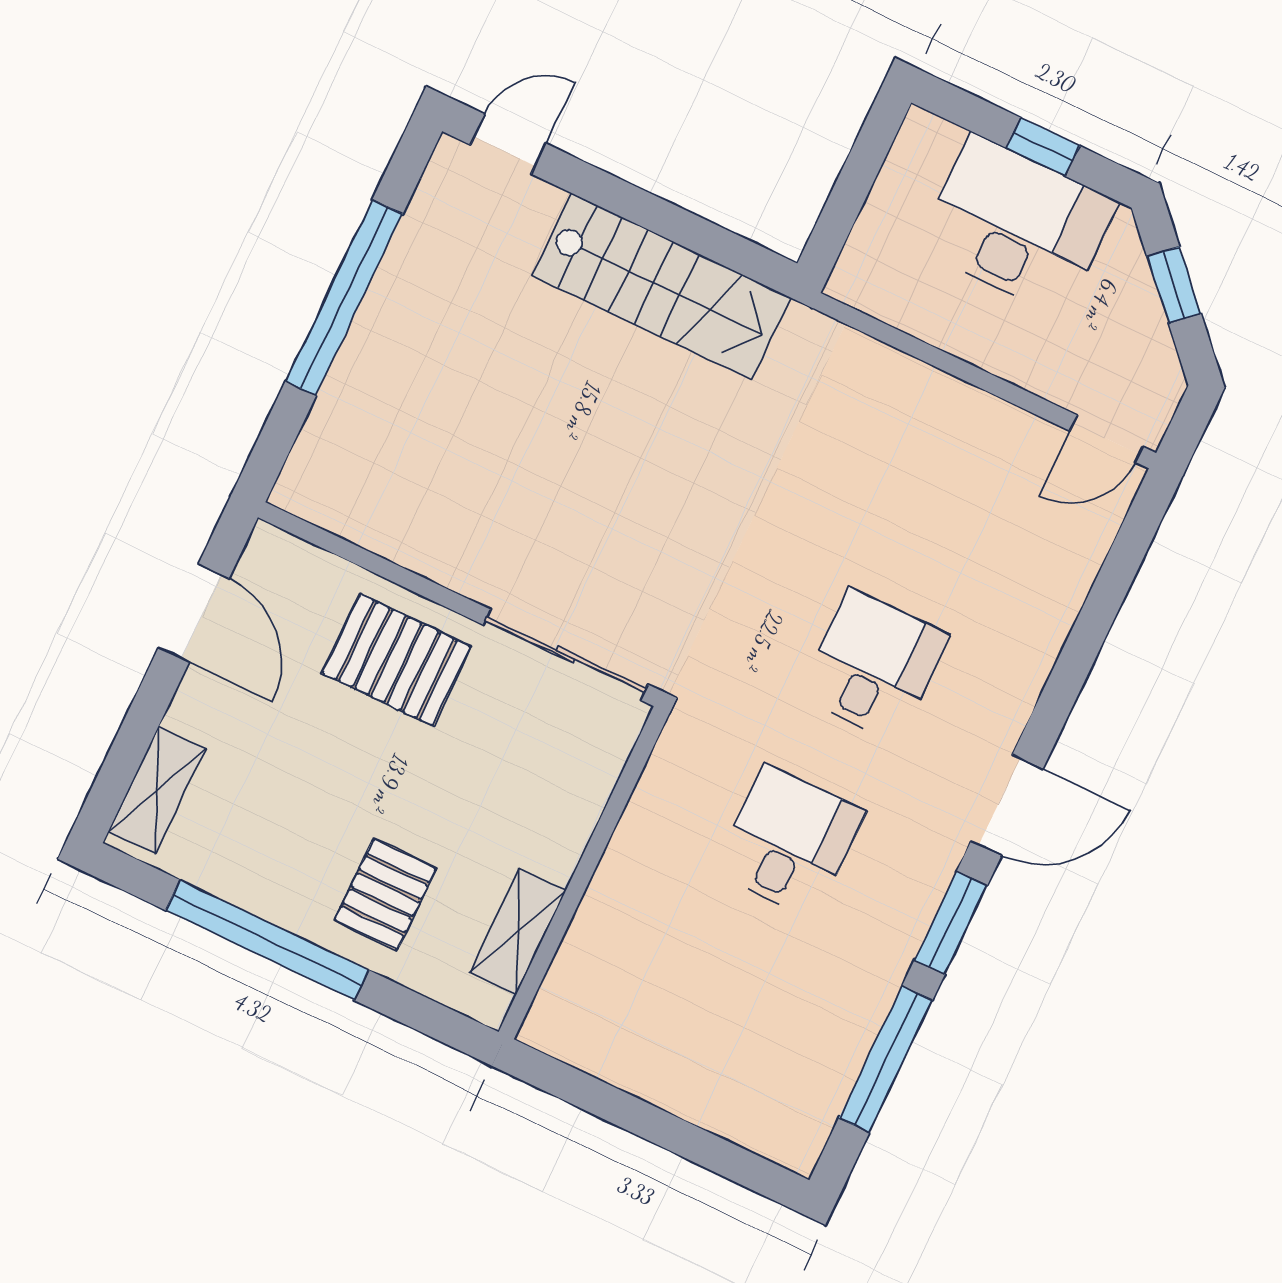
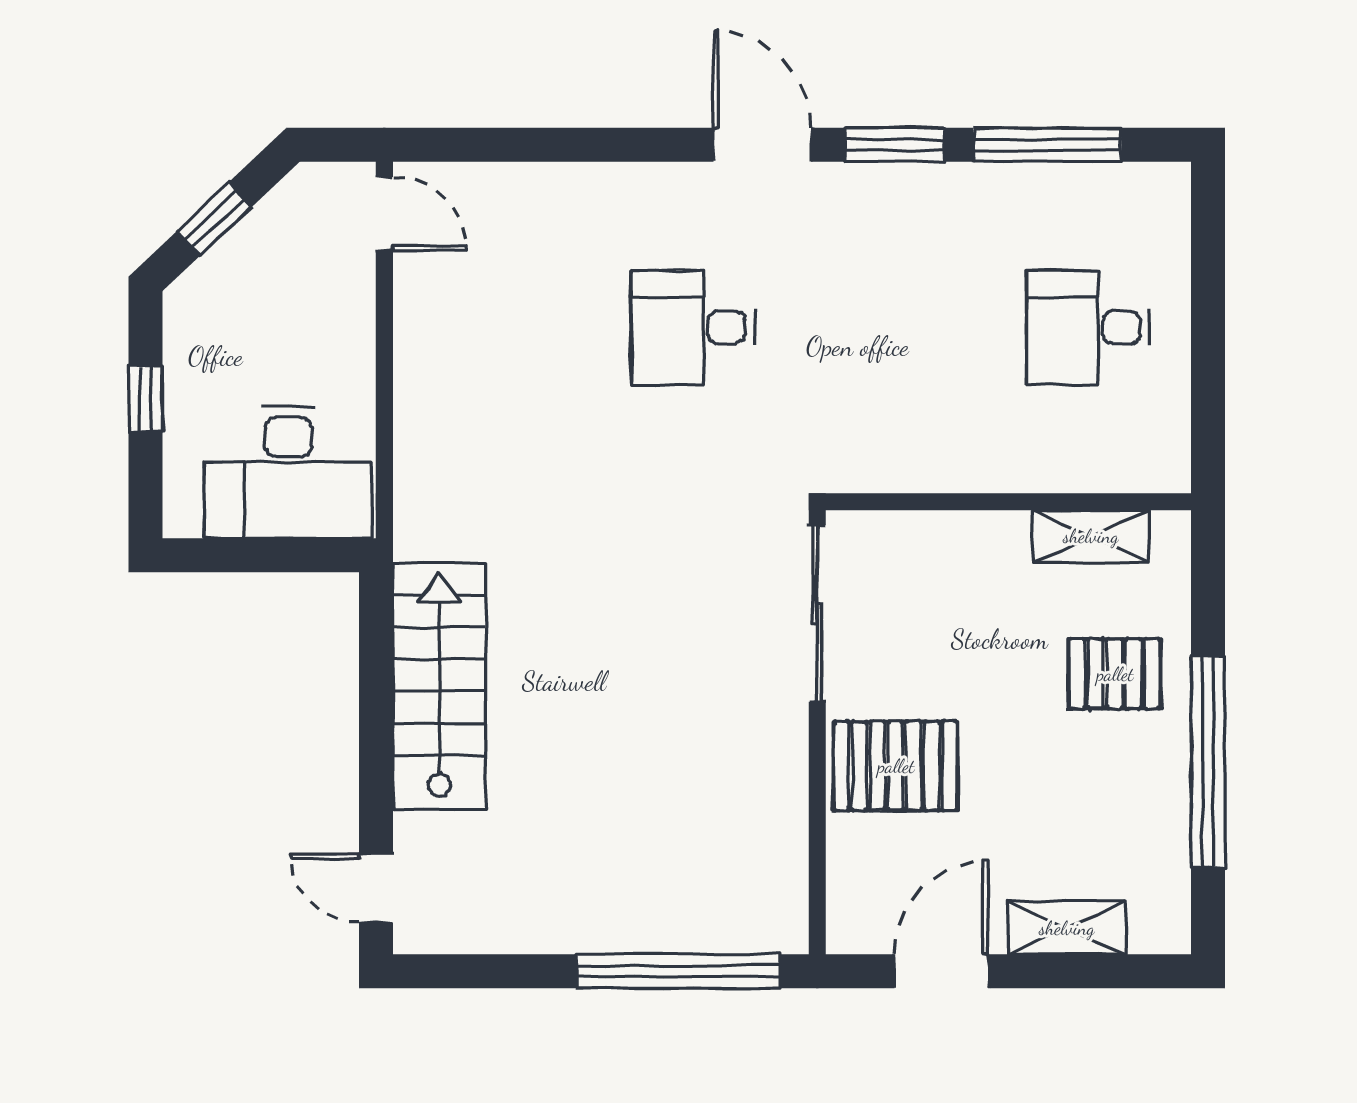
desk: (1017, 225) -> (288, 473), moved, turned -90
window: (344, 297) -> (678, 971), moved
pallet: (396, 660) -> (896, 766), turned 90
shelving: (157, 790) -> (1067, 928), moved
desk: (789, 842) -> (1088, 328), moved

